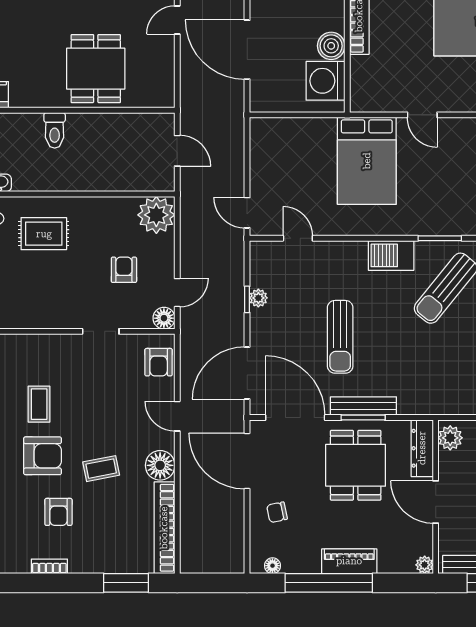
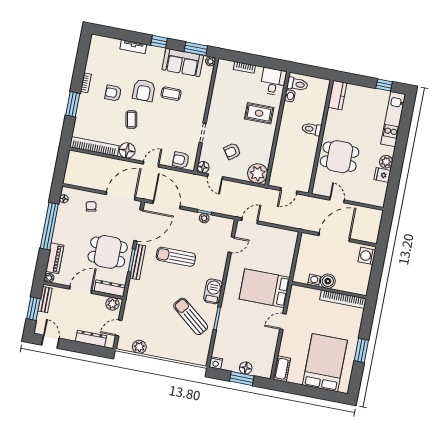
door: (177, 20) -> (337, 200), moved
washing machine: (325, 81) -> (314, 280), width x0.53, depth x0.53
rug: (44, 234) -> (259, 113), turned 90
armchair: (124, 270) -> (232, 151), turned 145
piano: (349, 561) -> (55, 258), moved
window: (126, 583) -> (73, 104), moved

